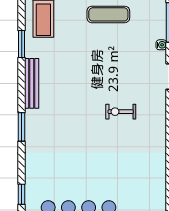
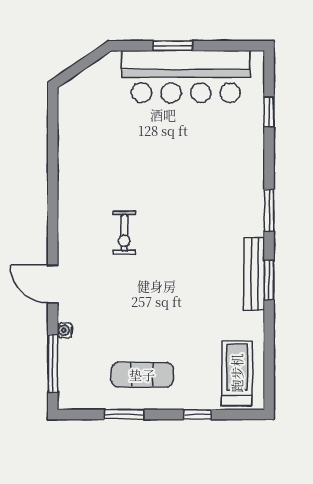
window: (22, 44) -> (269, 280), moved
exercise bike: (121, 112) -> (124, 233), turned 90

